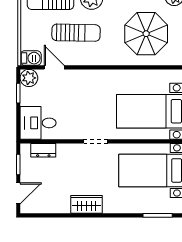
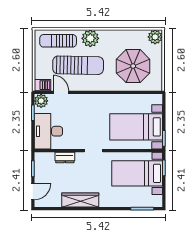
sun lounger: (76, 33) -> (78, 65), width x1.36, depth x1.34
desk: (38, 123) -> (48, 131), width x1.37
dresser: (43, 150) -> (65, 157), moved
wardrobe: (87, 204) -> (80, 200), width x1.50

